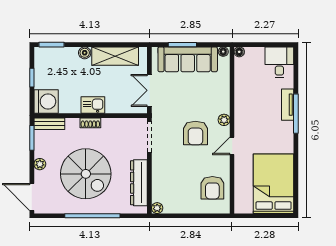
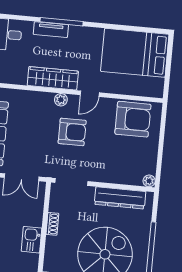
wardrobe: (243, 111) -> (53, 78), added
shoe rack: (90, 123) -> (52, 224), moved
door: (232, 146) -> (90, 94), hinge flipped
armchair: (212, 188) -> (133, 119), width x1.36, depth x1.36

